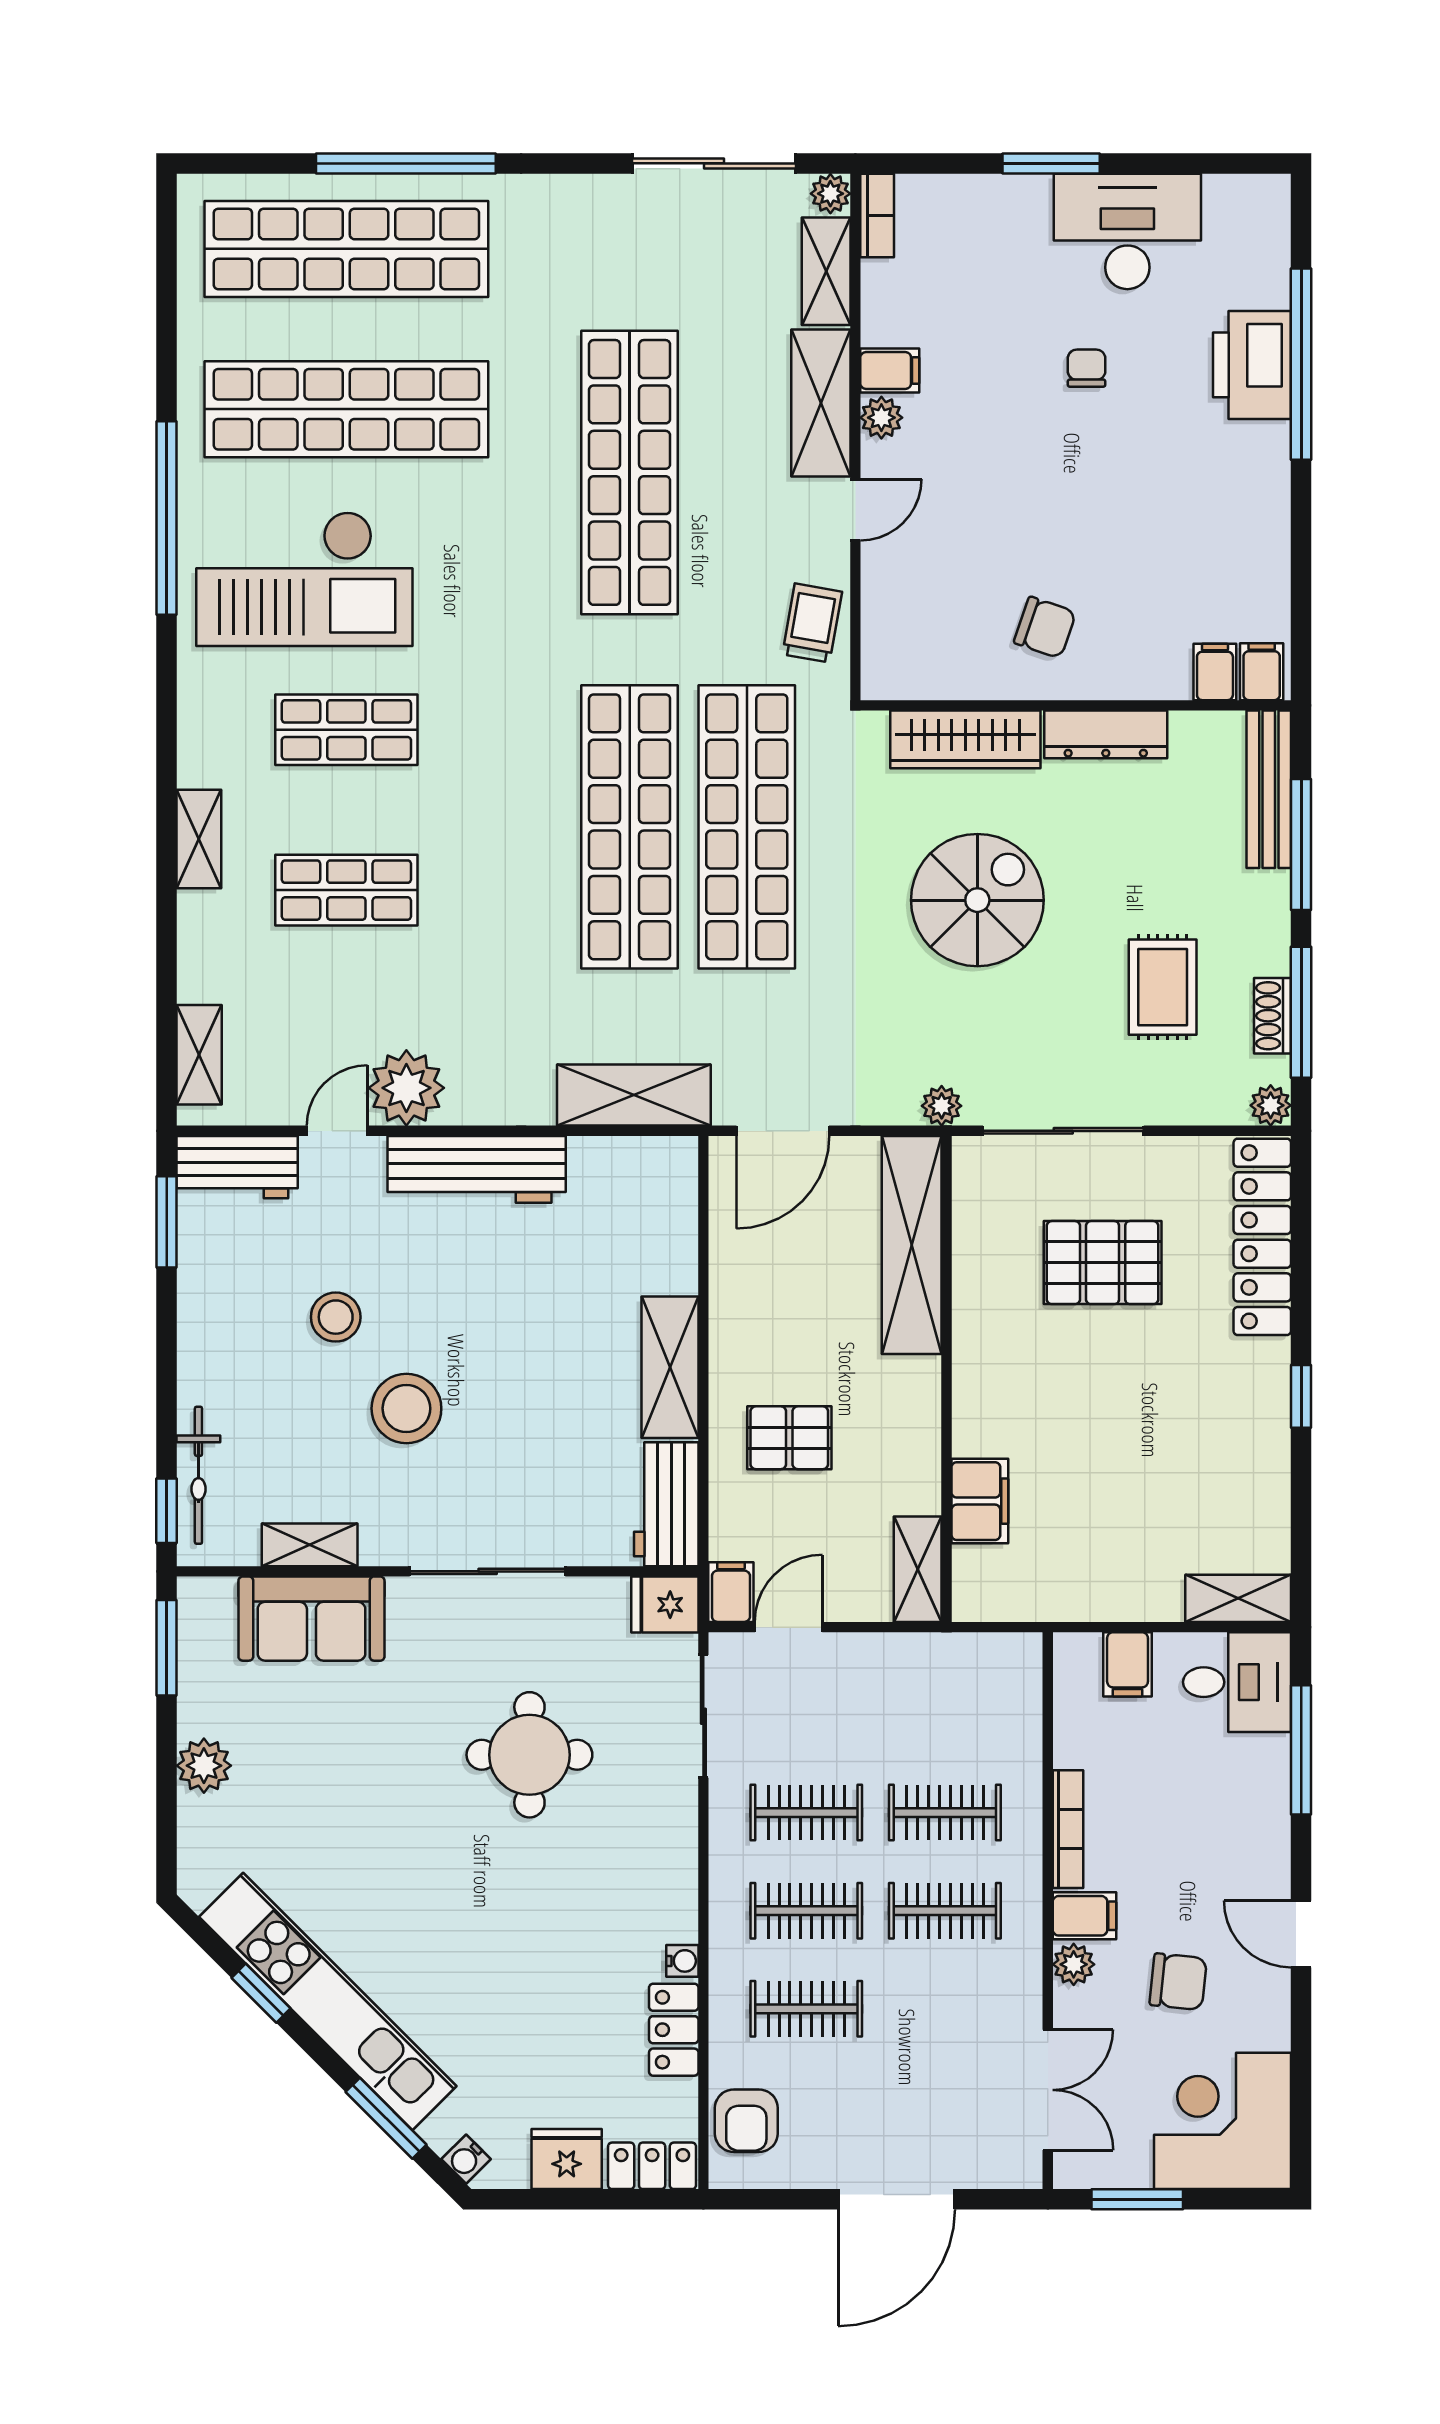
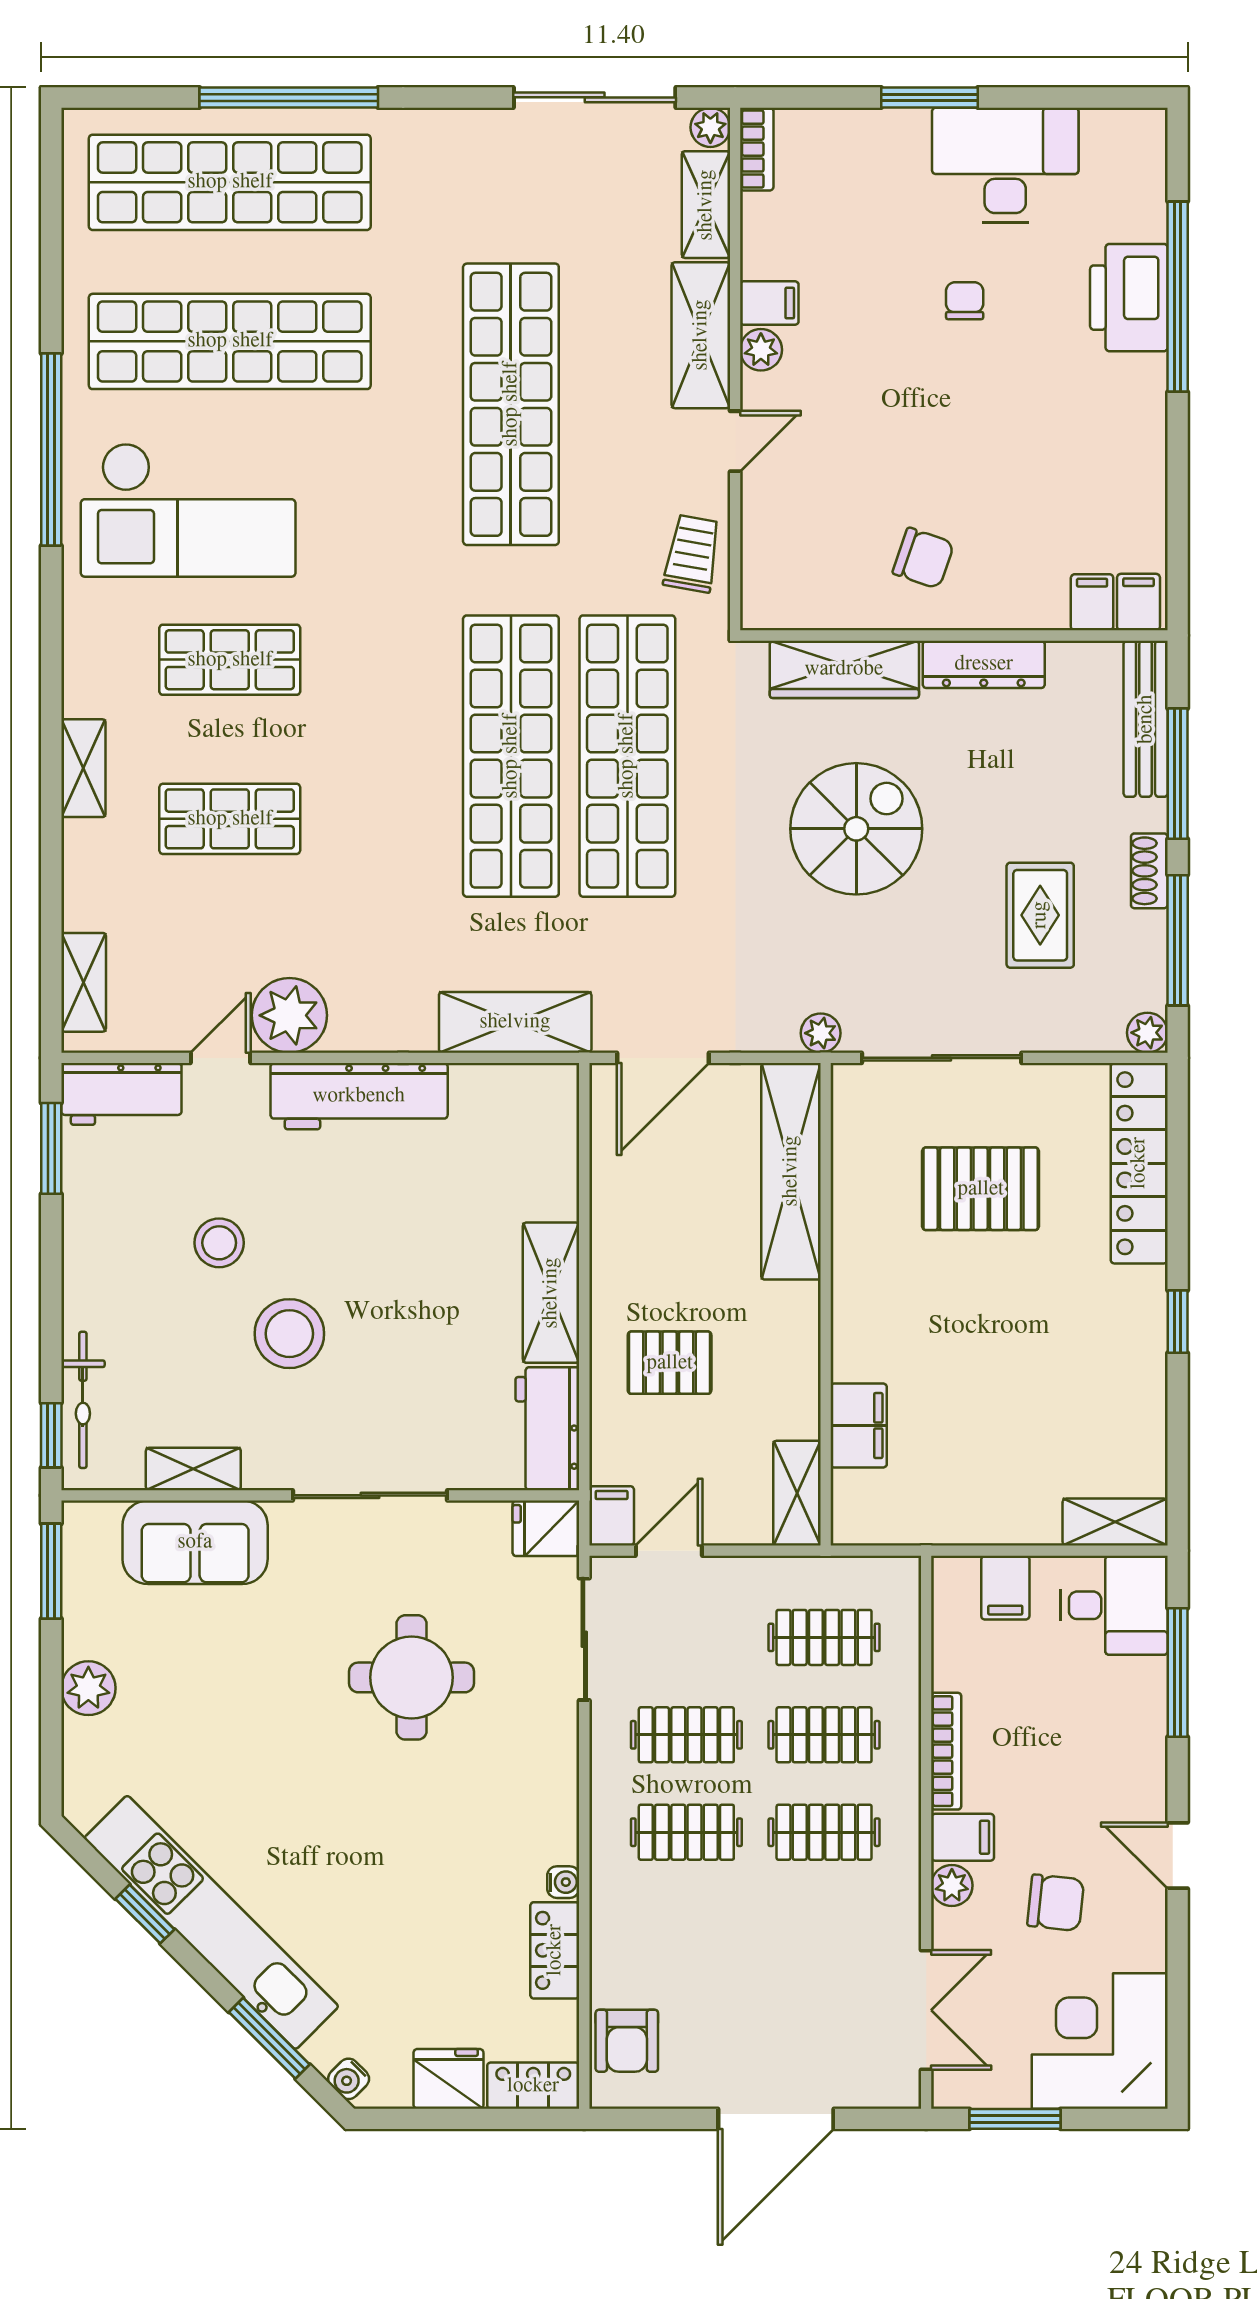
shoe rack: (1273, 1016) -> (1149, 871), moved
clothes rail: (806, 2009) -> (824, 1637), moved

